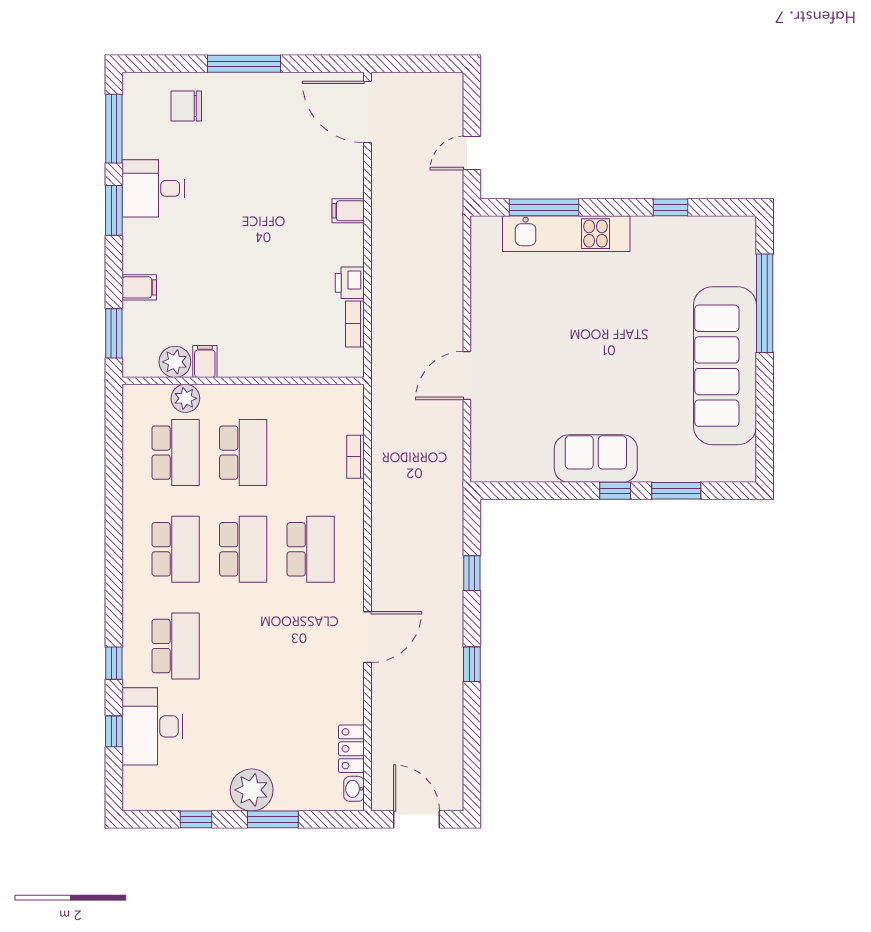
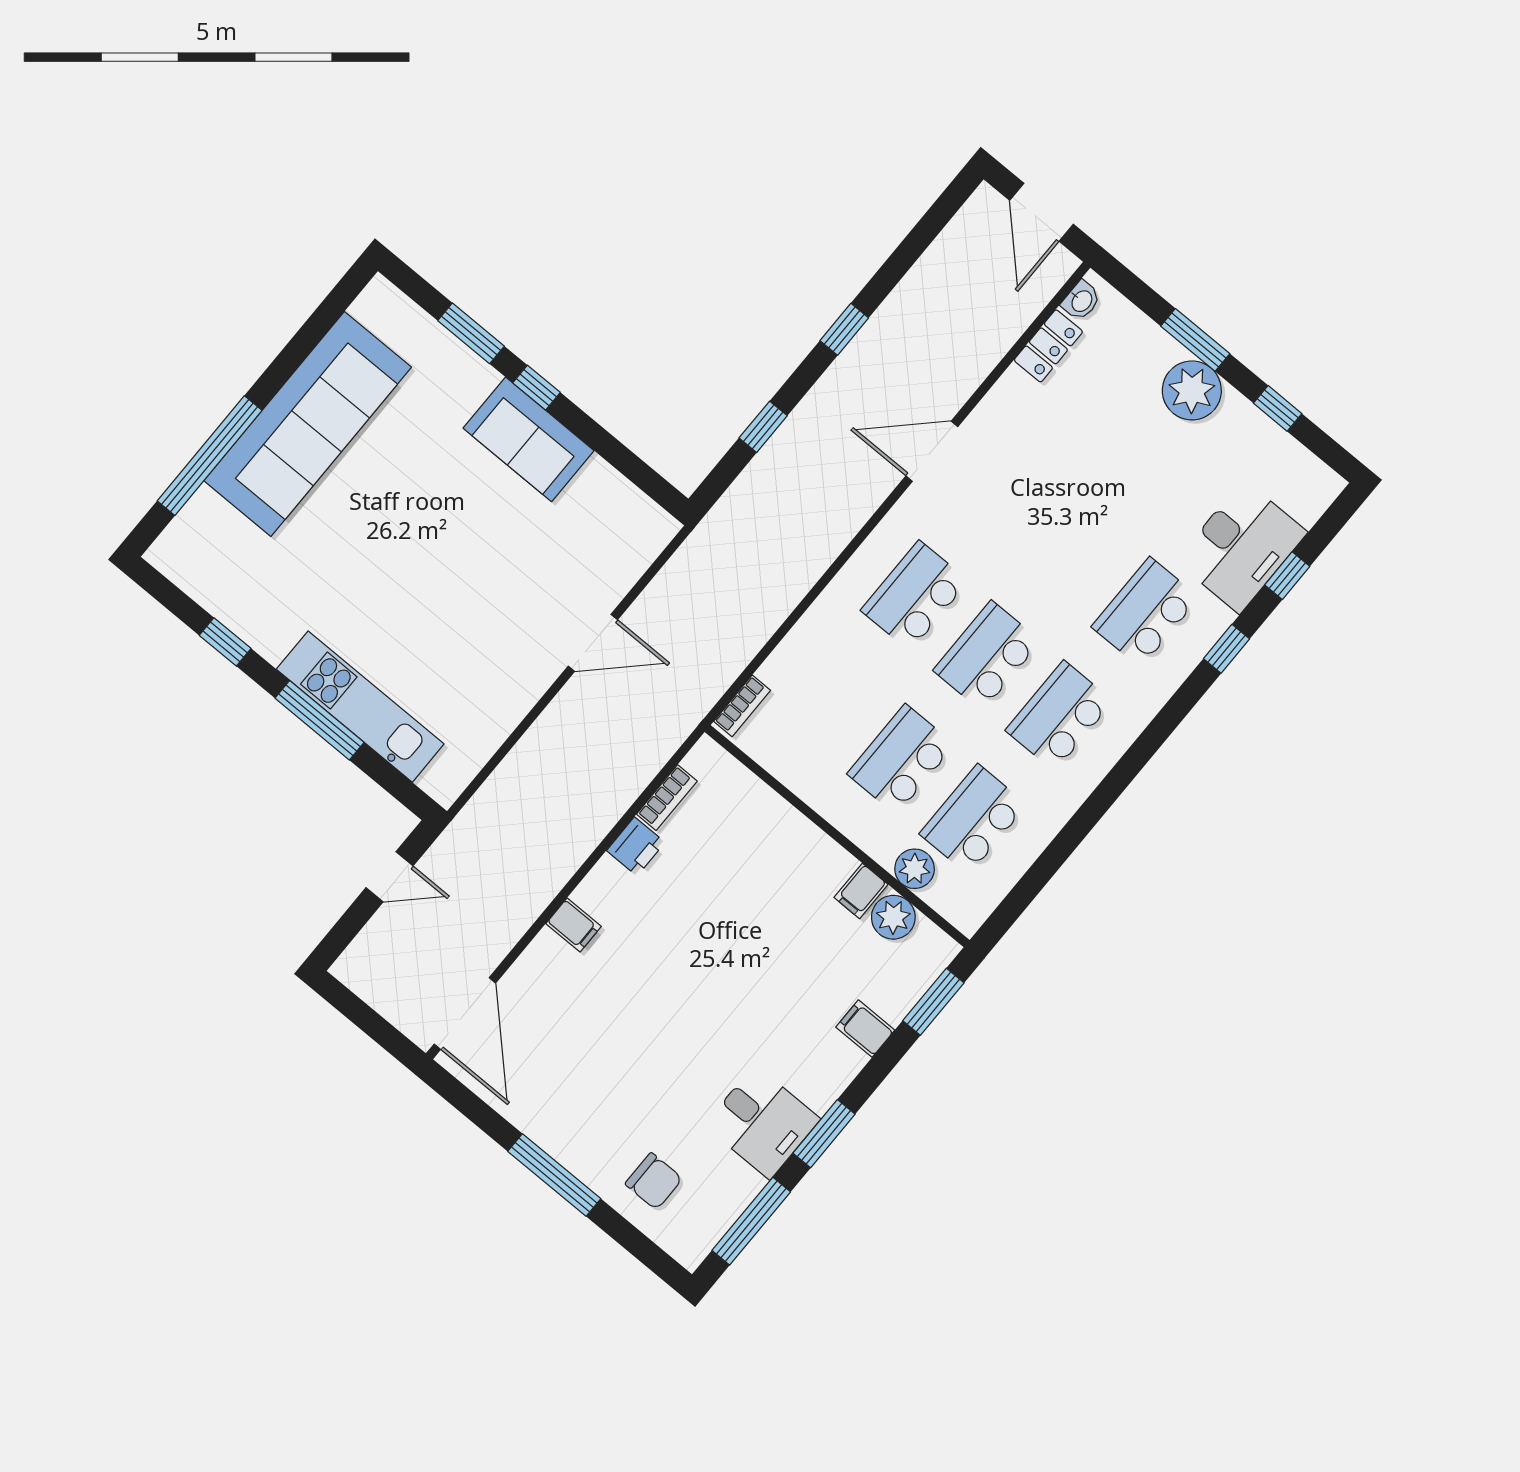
window: (544, 207) -> (319, 720), moved
bookcase: (355, 457) -> (742, 706), moved

